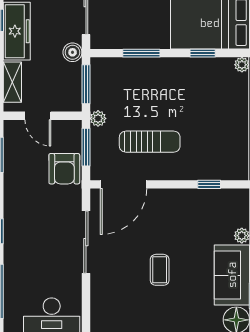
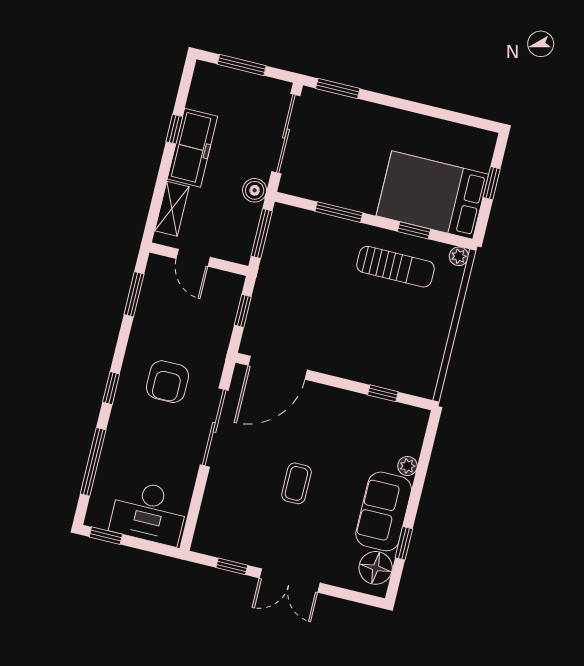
plant: (98, 118) -> (266, 279), removed
sun lounger: (150, 142) -> (395, 267), moved
window: (86, 147) -> (243, 311), width x0.67
armchair: (64, 169) -> (167, 382), moved

